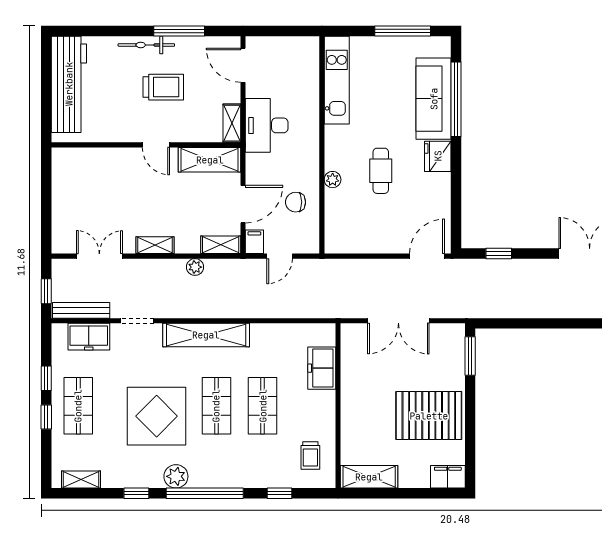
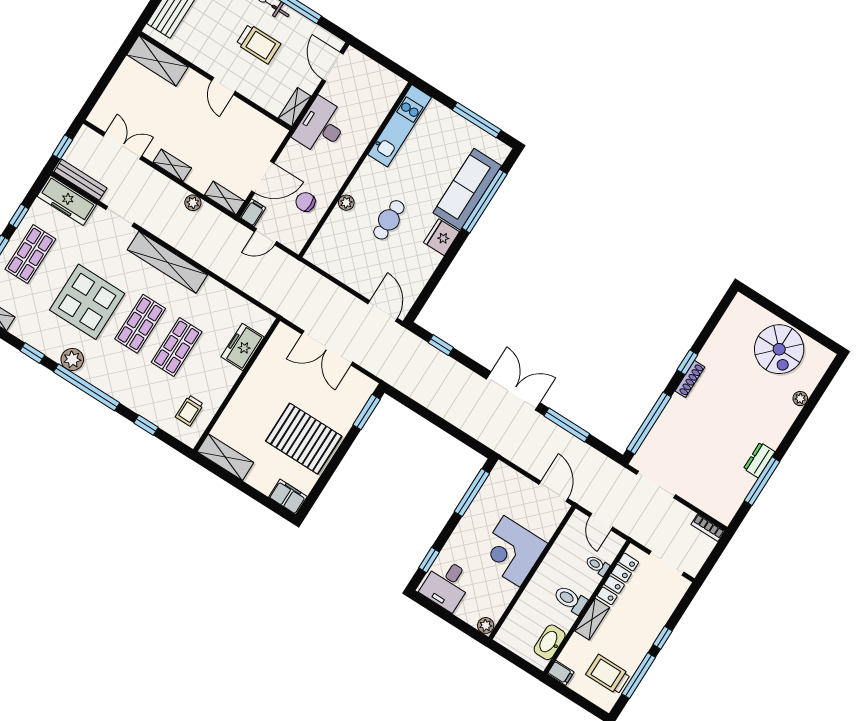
shelving: (210, 160) -> (158, 61), moved
door: (427, 256) -> (383, 311), hinge flipped
freezer: (89, 337) -> (67, 200), width x1.40

